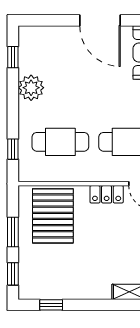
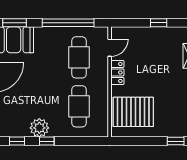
window: (13, 149) -> (47, 141), moved
window: (13, 232) -> (145, 141), removed

